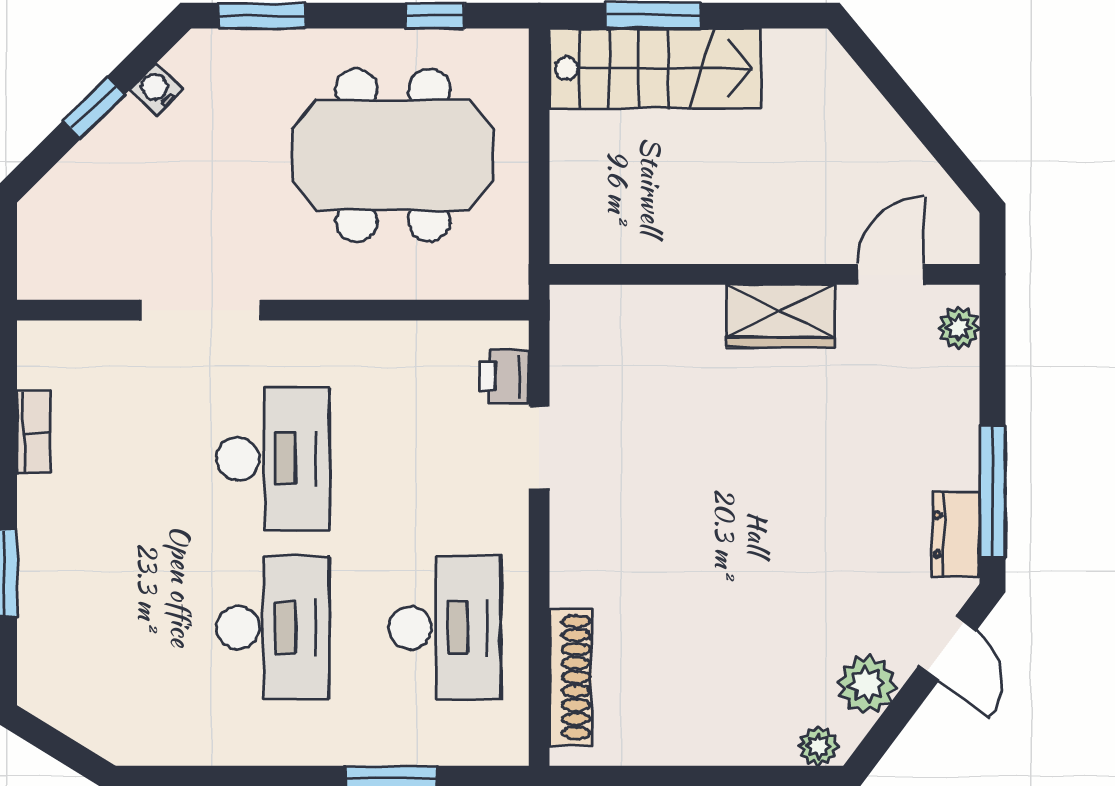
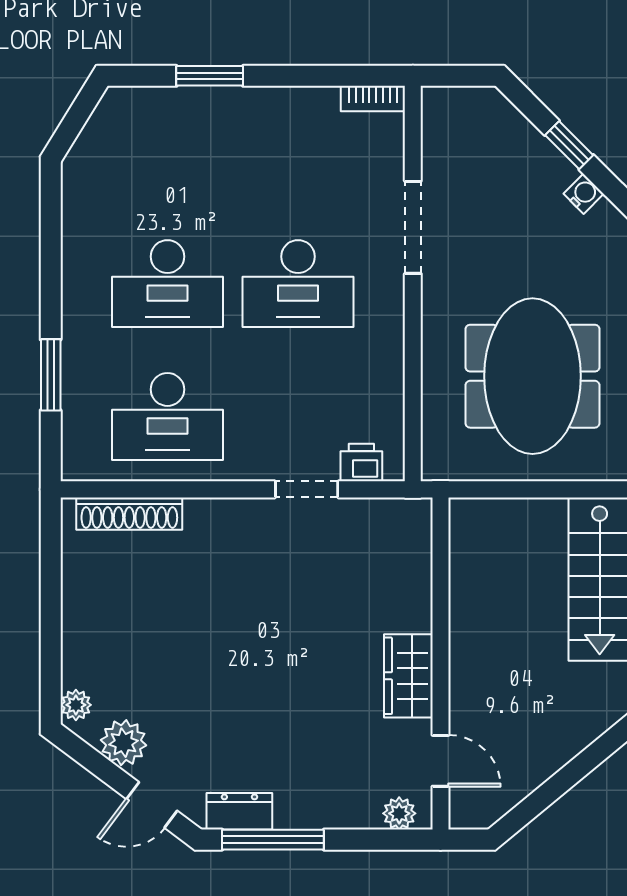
bookcase: (33, 432) -> (373, 98), moved

